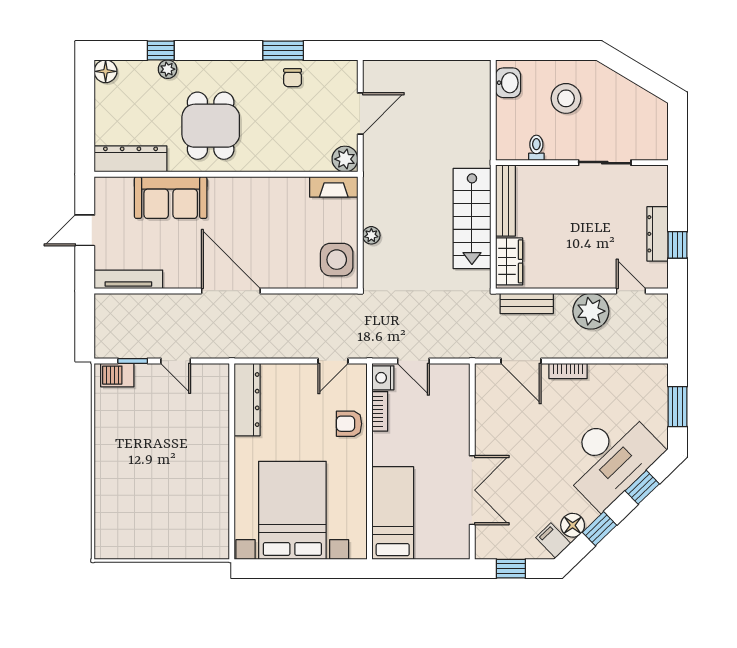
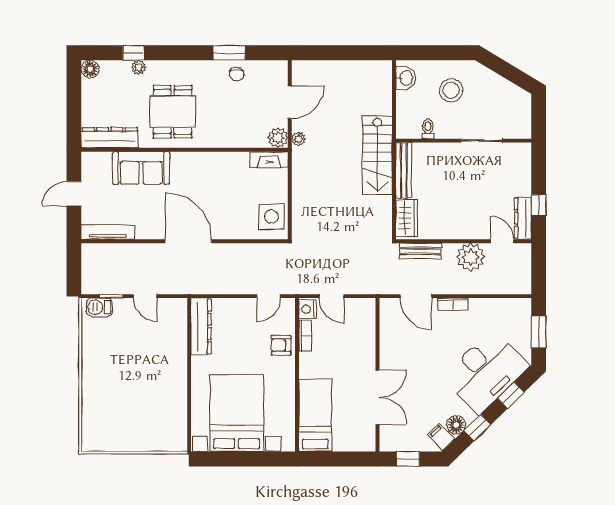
stairs: (472, 218) -> (377, 155), moved
dresser: (658, 234) -> (523, 218), moved
plant: (371, 235) -> (298, 139), moved

